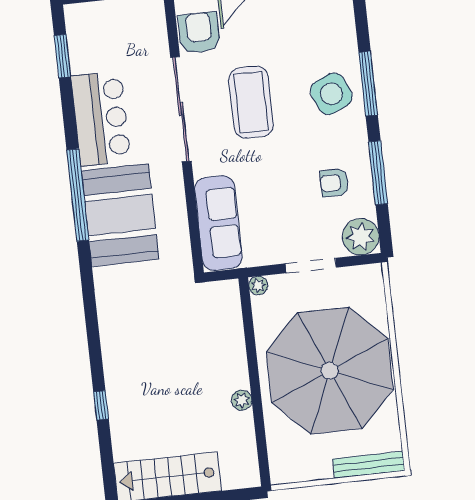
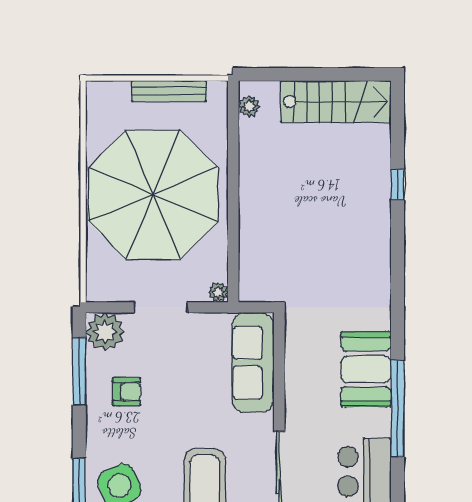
window: (378, 173) -> (79, 371), moved
booth: (120, 215) -> (366, 369), width x0.73, depth x0.70
plant: (242, 400) -> (249, 106), moved
bench: (369, 465) -> (169, 91), moved

